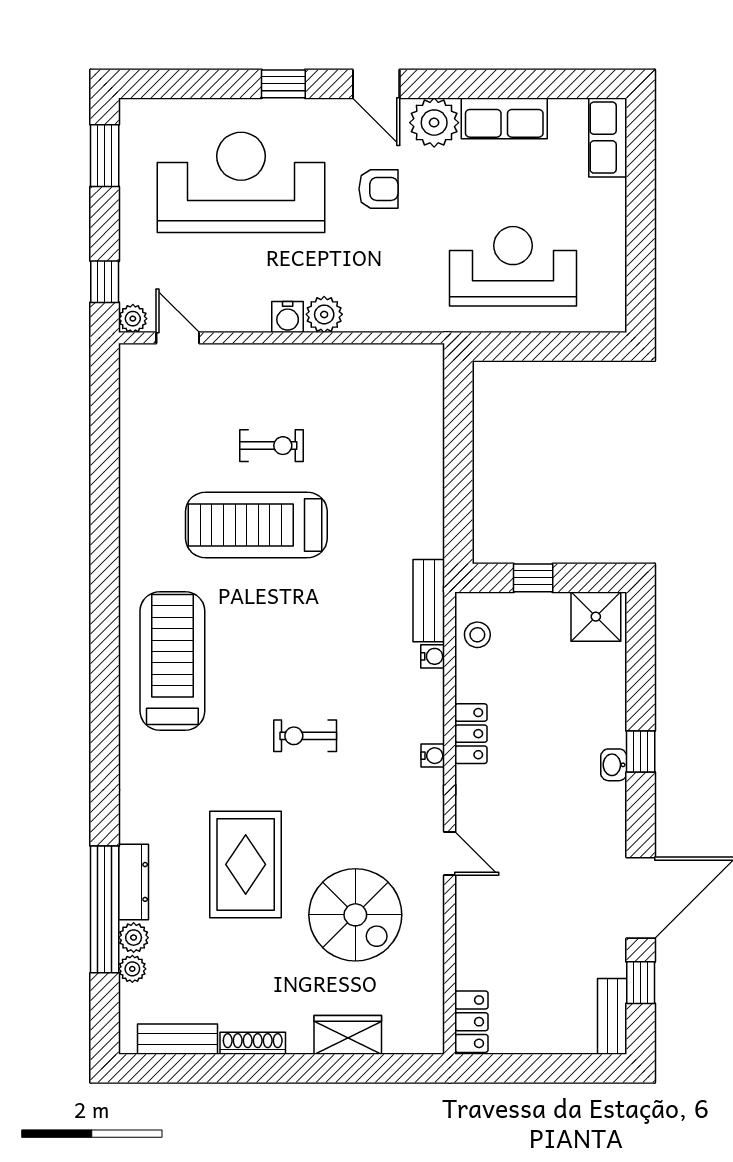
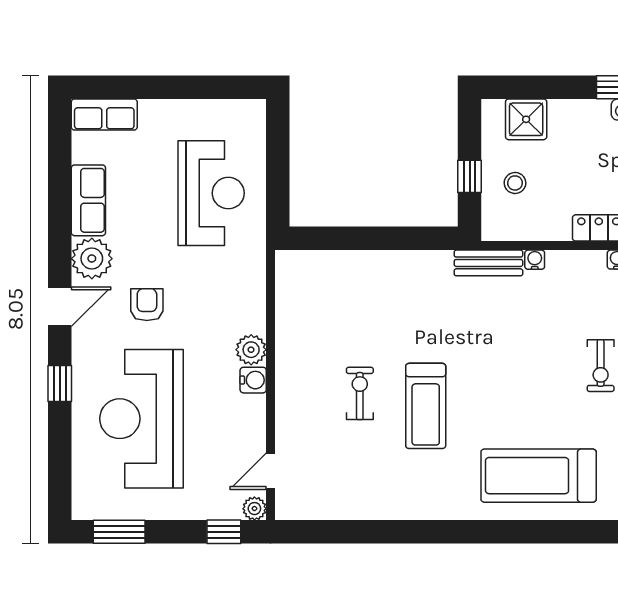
reception desk: (513, 266) -> (211, 193), turned 180
treadmill: (256, 525) -> (426, 406), width x0.73, depth x0.73
shower: (596, 617) -> (526, 119), moved
stool: (477, 635) -> (515, 183), moved

